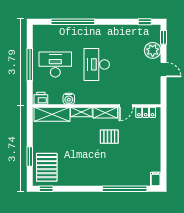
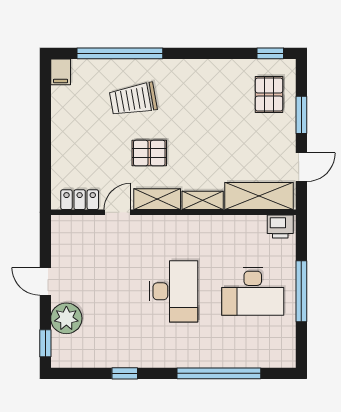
window: (145, 22) -> (125, 373), moved
water cooler: (69, 99) -> (227, 226), removed
door: (30, 129) -> (301, 167), added
trolley: (118, 165) -> (133, 99), added
pallet: (47, 167) -> (269, 95), width x0.67, depth x0.71

